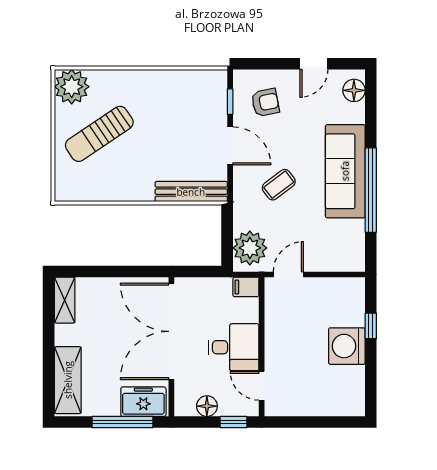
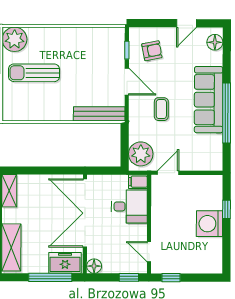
sun lounger: (99, 134) -> (34, 73), turned 34
coffee table: (279, 185) -> (161, 109), turned -53
desk: (234, 347) -> (129, 206), moved
floor lamp: (207, 406) -> (94, 266), moved
window: (293, 422) -> (171, 278), added

